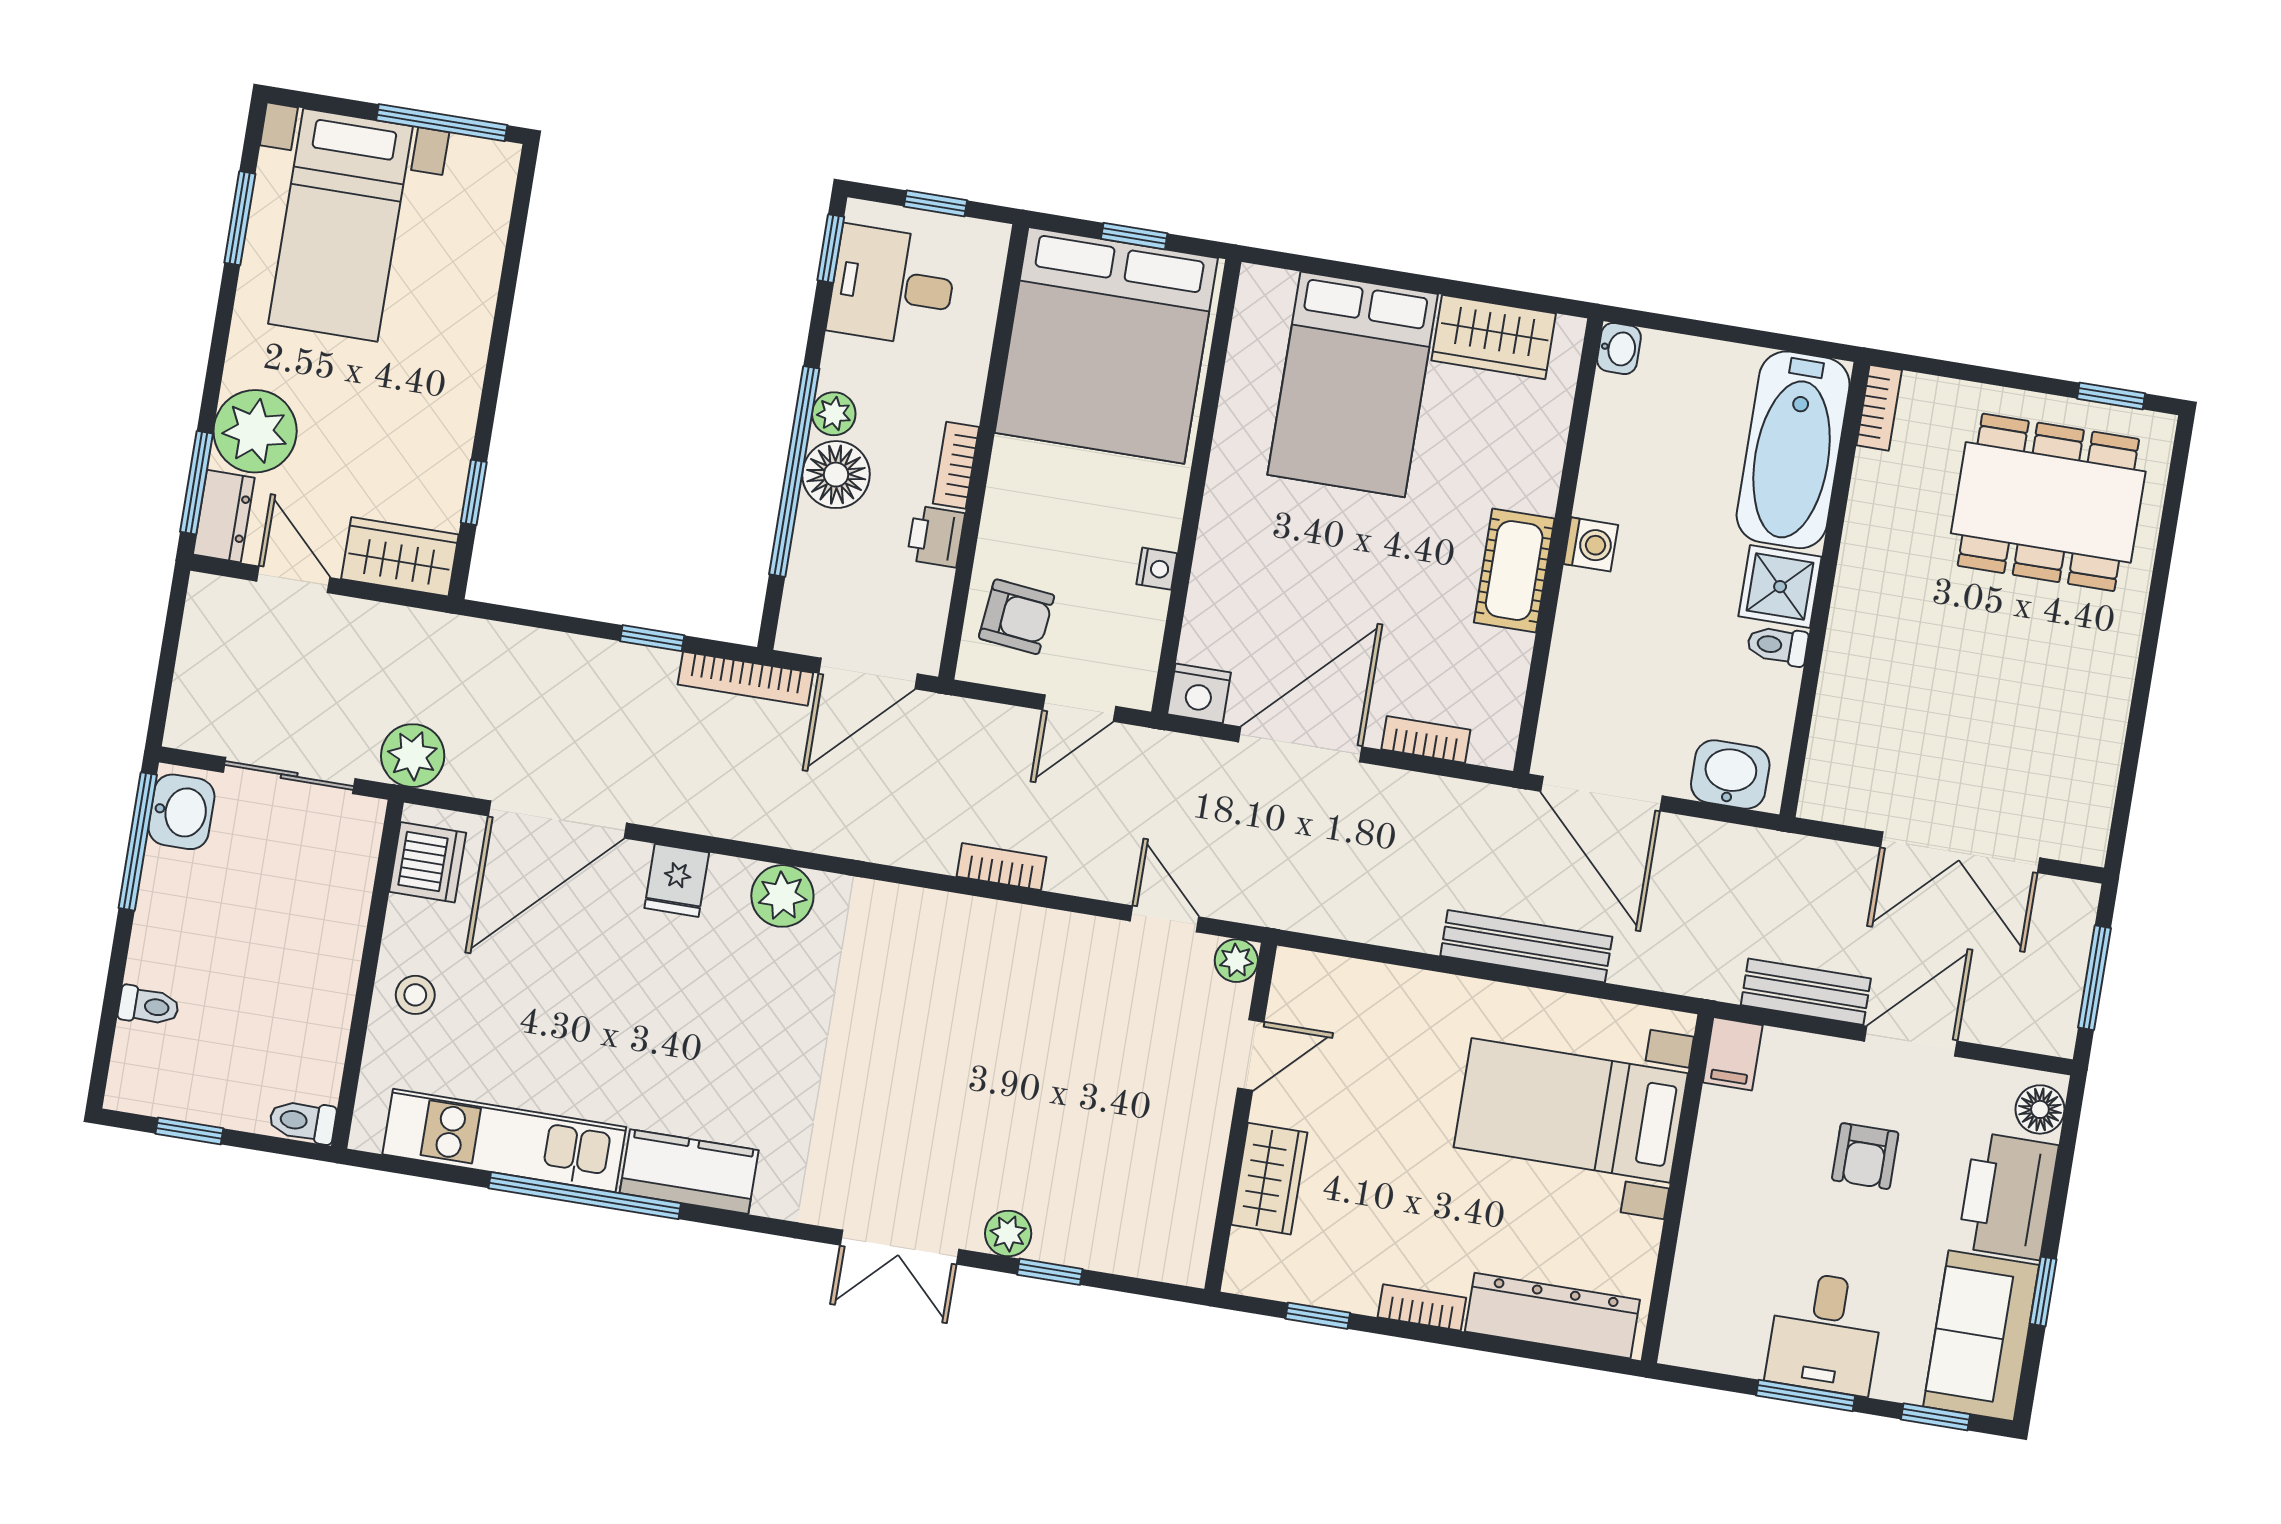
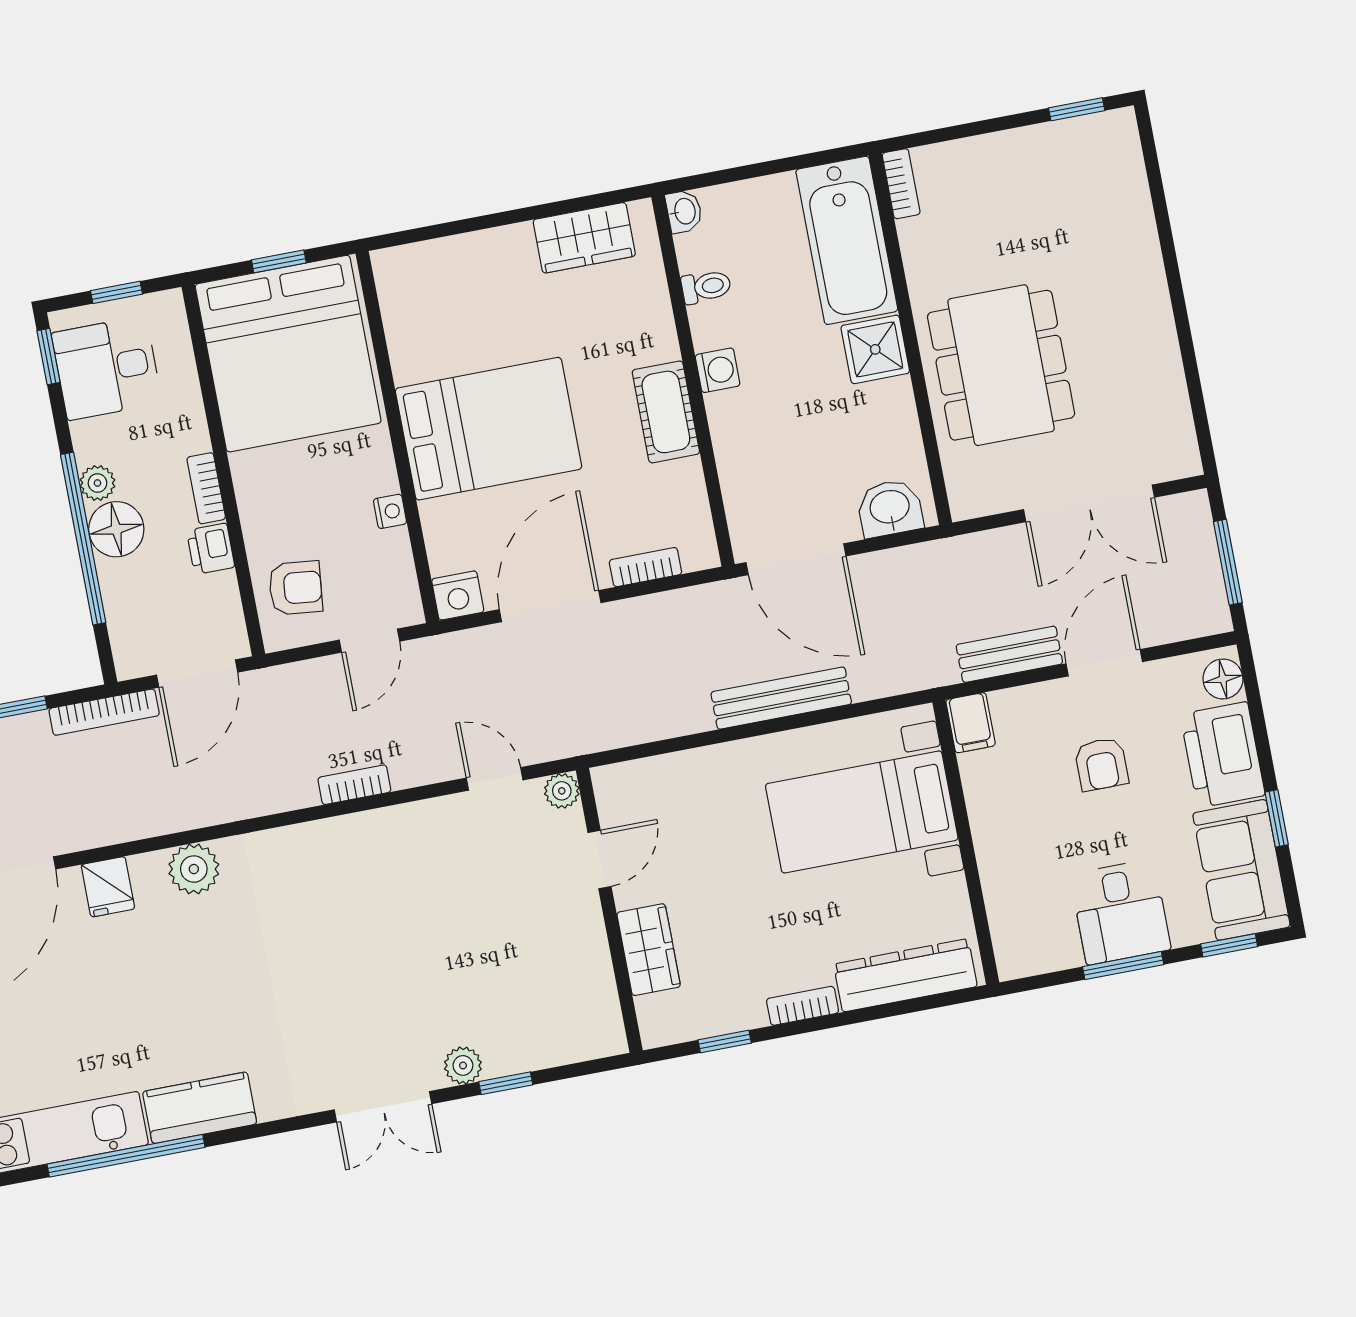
bed: (1353, 384) -> (488, 429), moved, turned -90
dining table: (2048, 502) -> (1001, 365), moved, turned 90
toilet: (1778, 645) -> (706, 287), moved, turned 180

